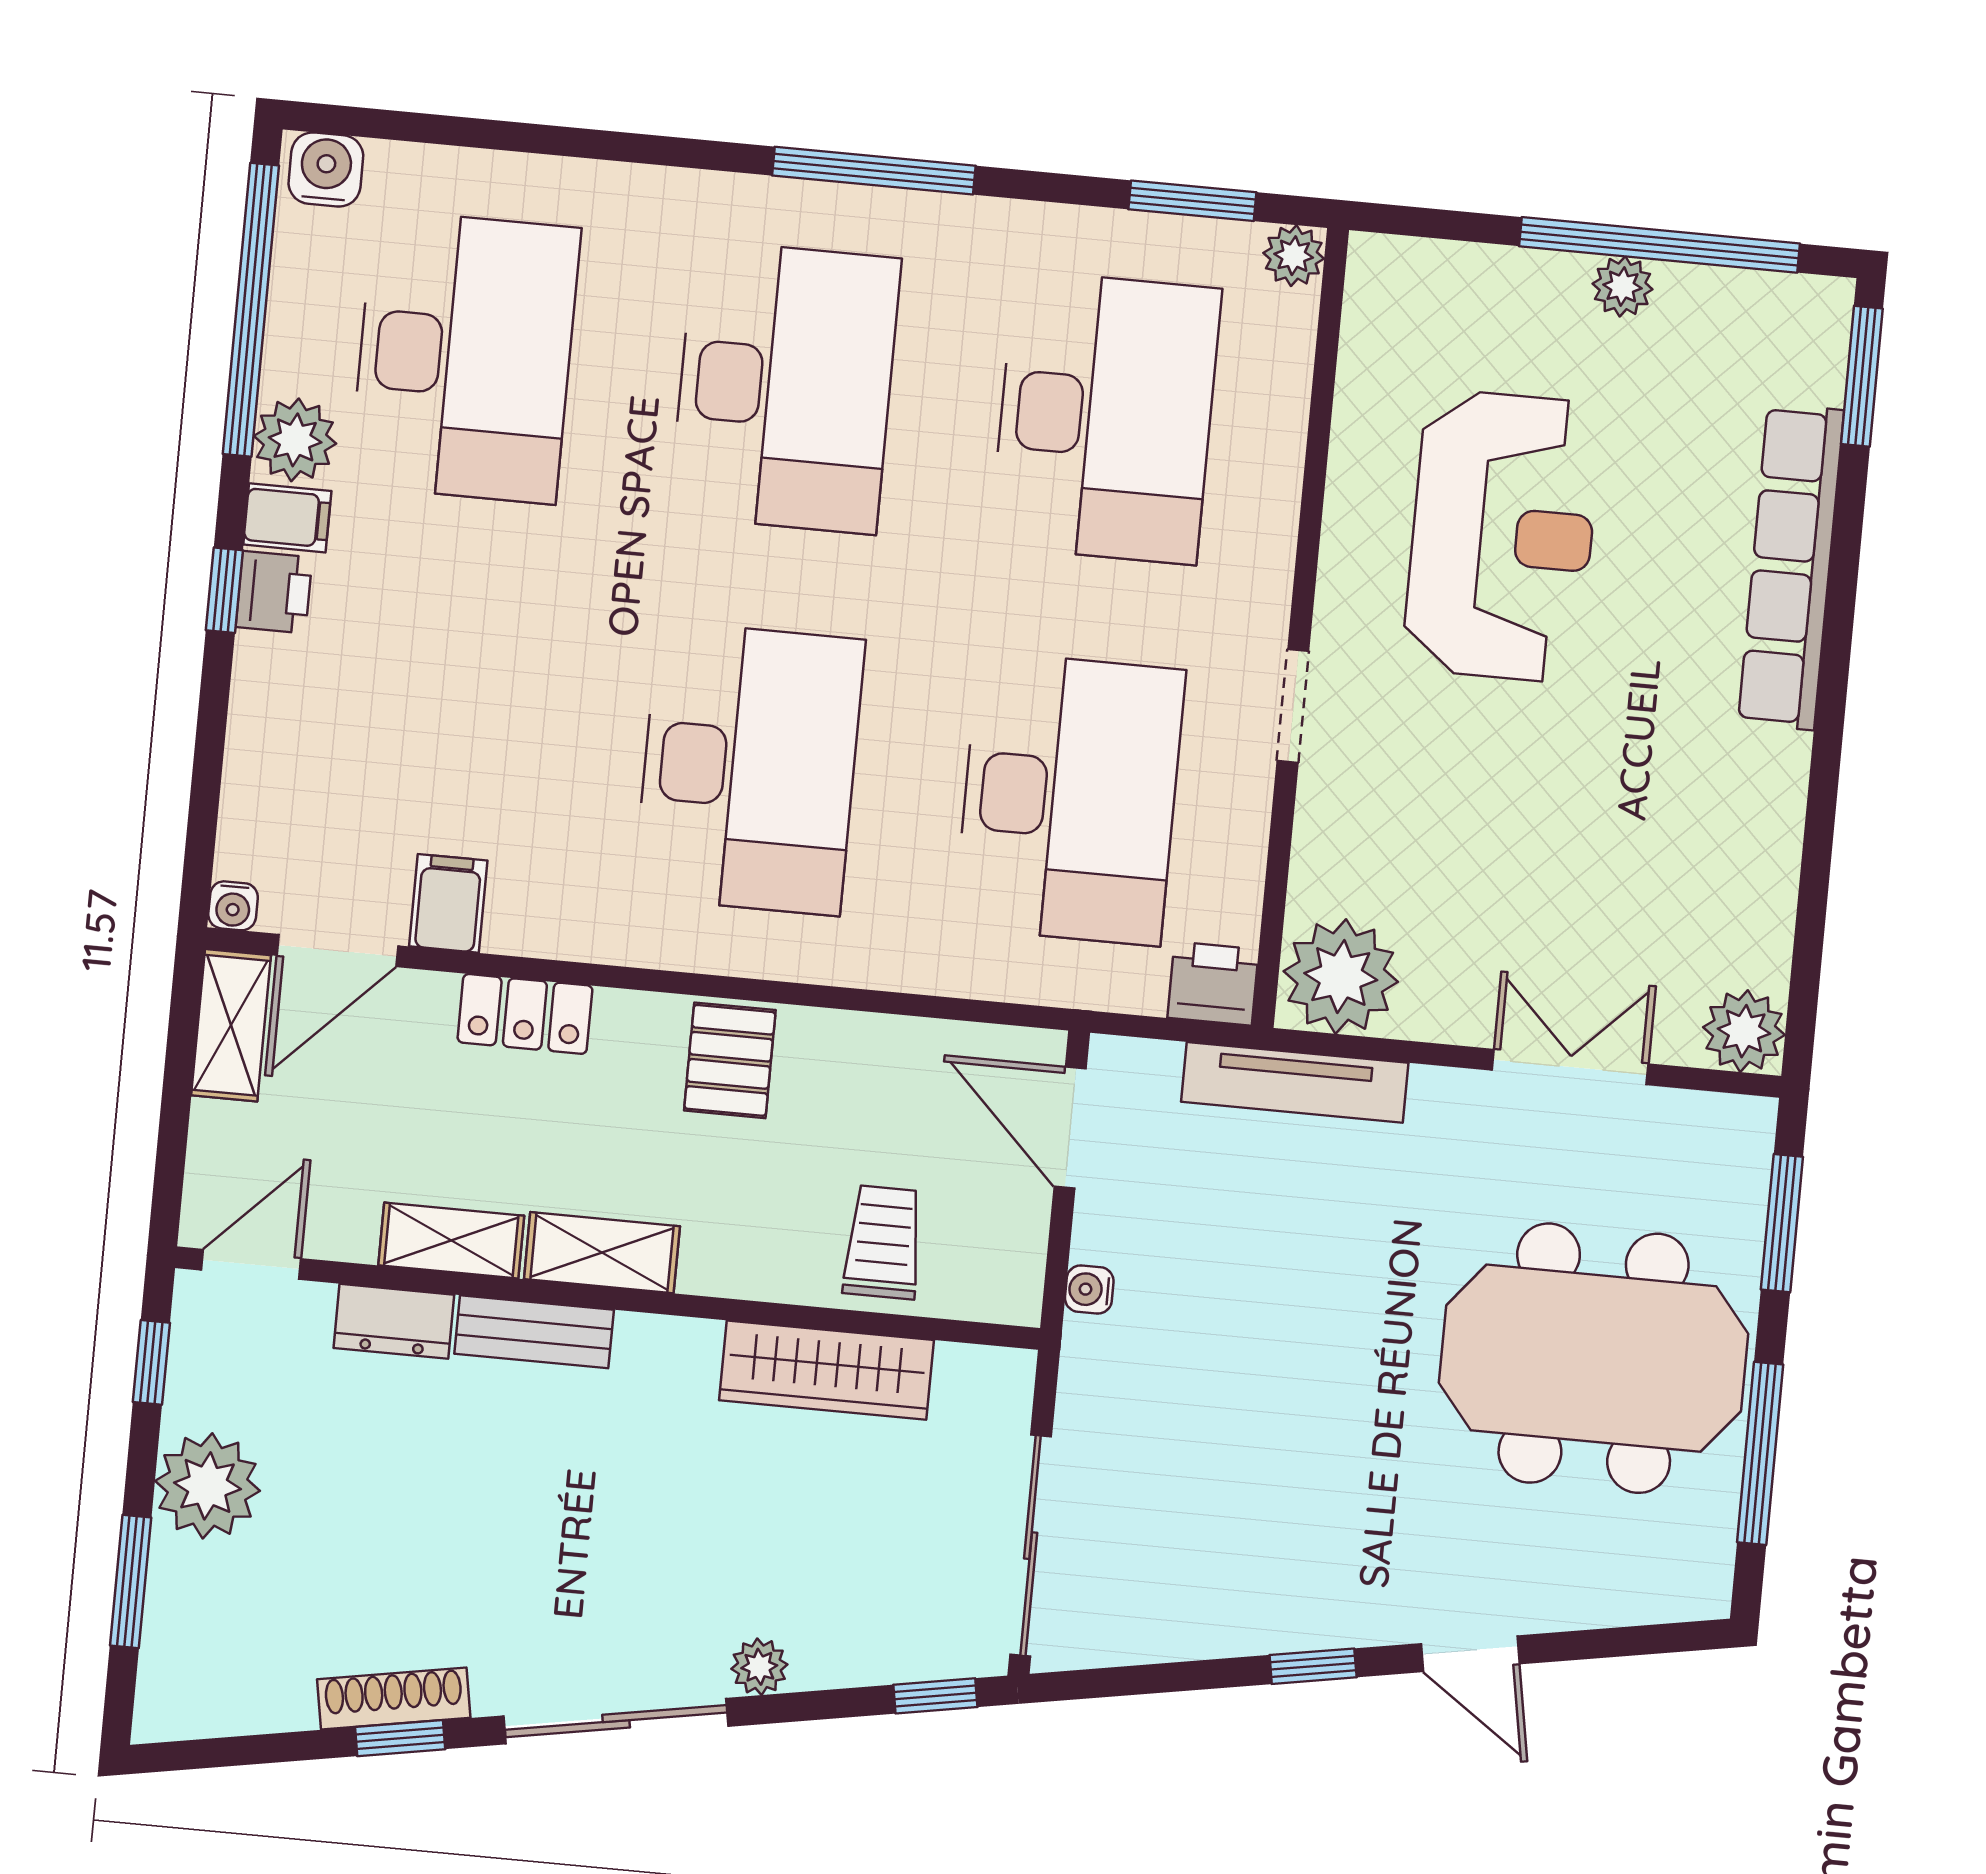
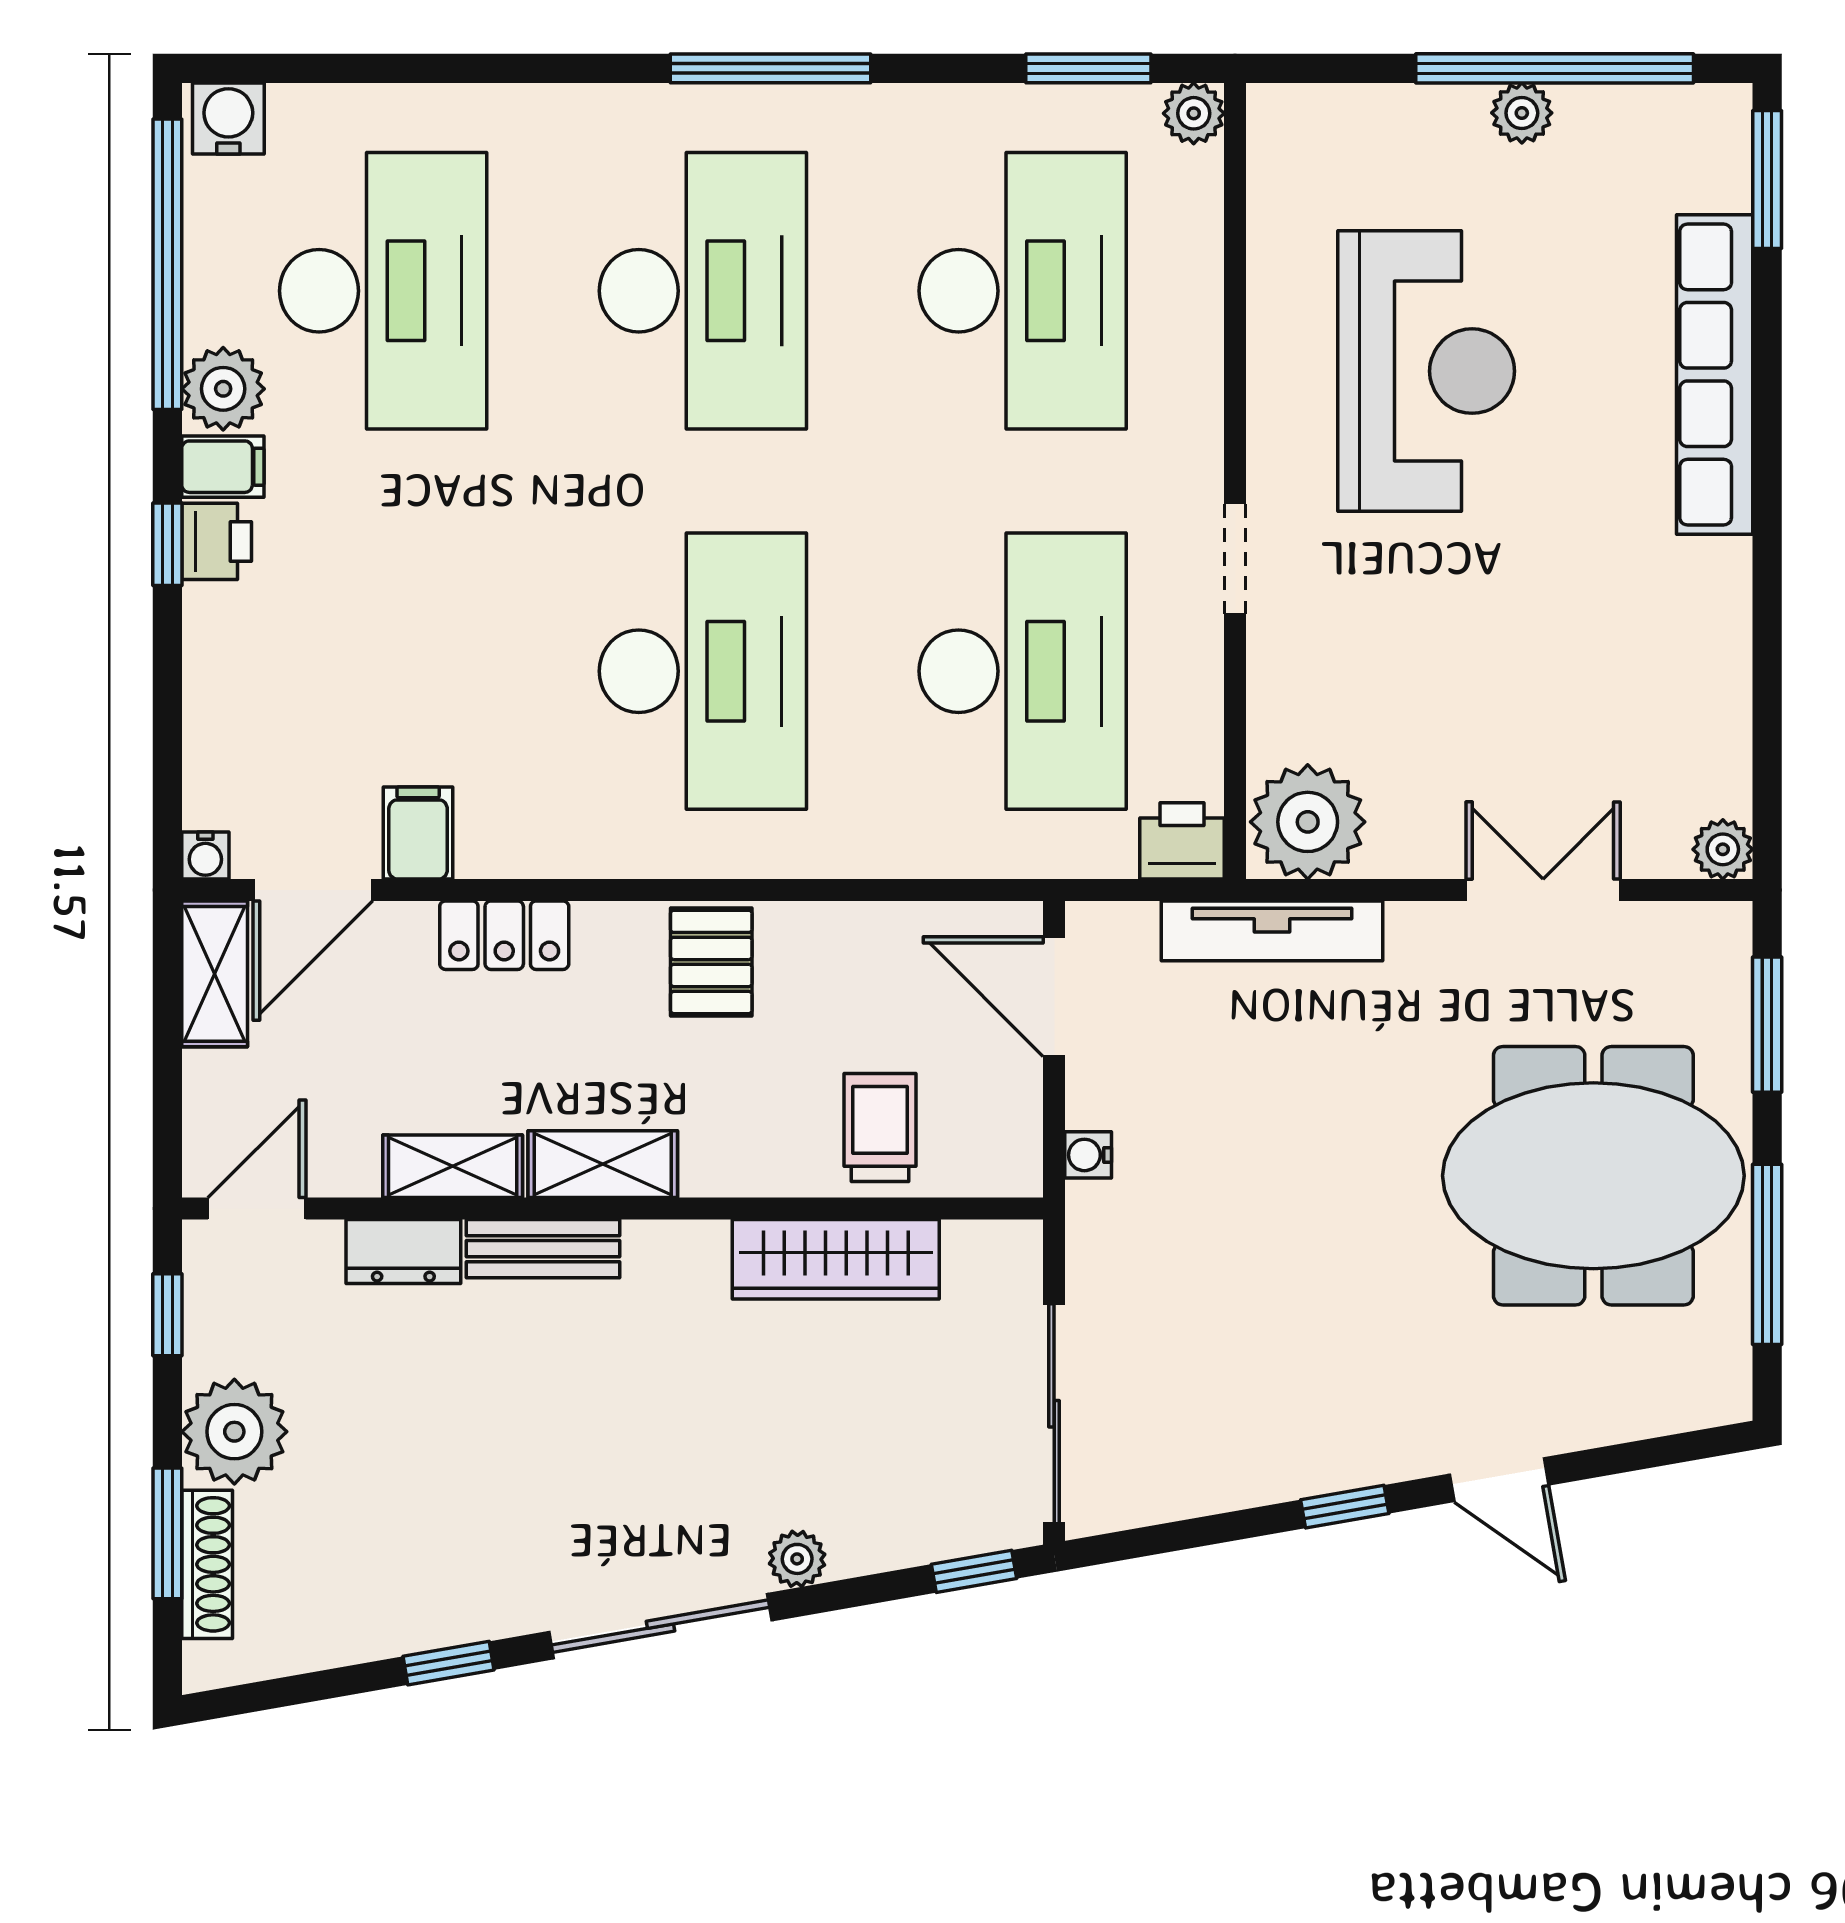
plant: (1744, 1031) -> (1723, 849), width x0.73, depth x0.73
shoe rack: (394, 1699) -> (207, 1564), moved, turned 100

